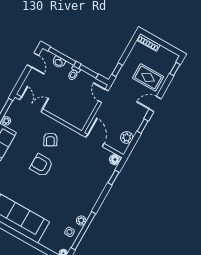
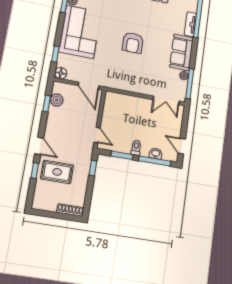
window: (175, 69) -> (35, 171), moved
door: (155, 104) -> (39, 146), hinge flipped
window: (143, 126) -> (47, 104), moved
armchair: (50, 140) -> (134, 71), removed
armchair: (41, 165) -> (133, 43), turned 90
corner sofa: (85, 190) -> (80, 32), added

